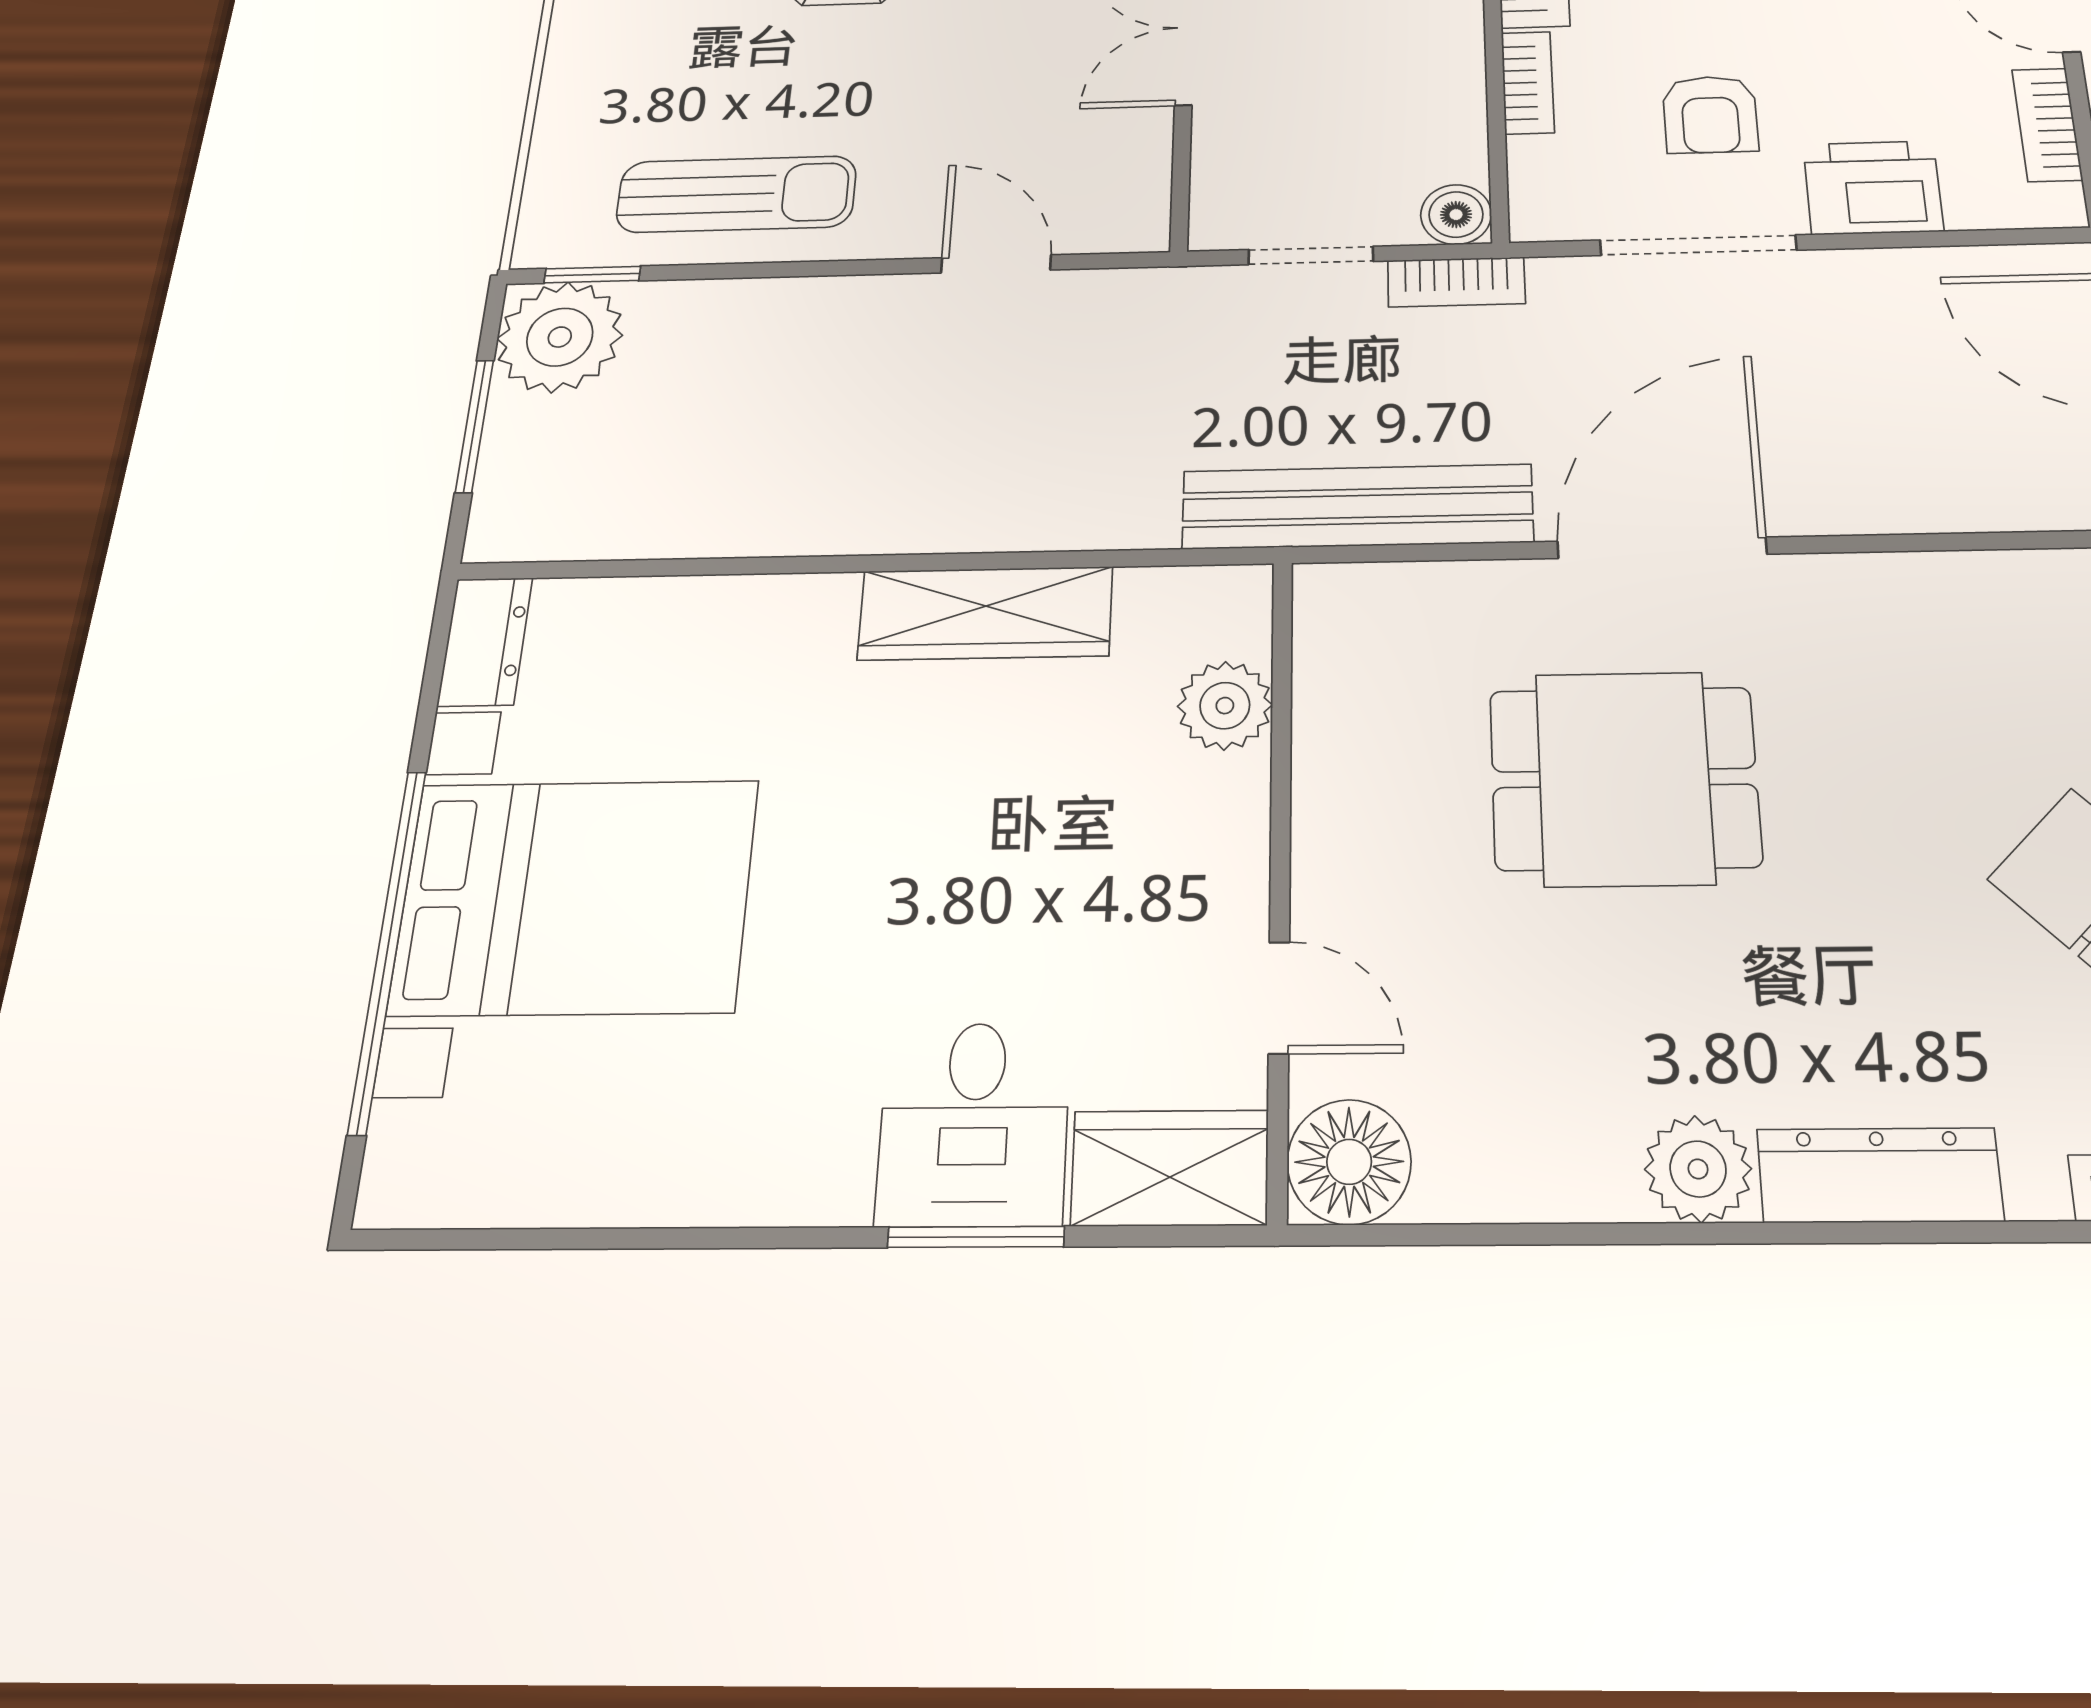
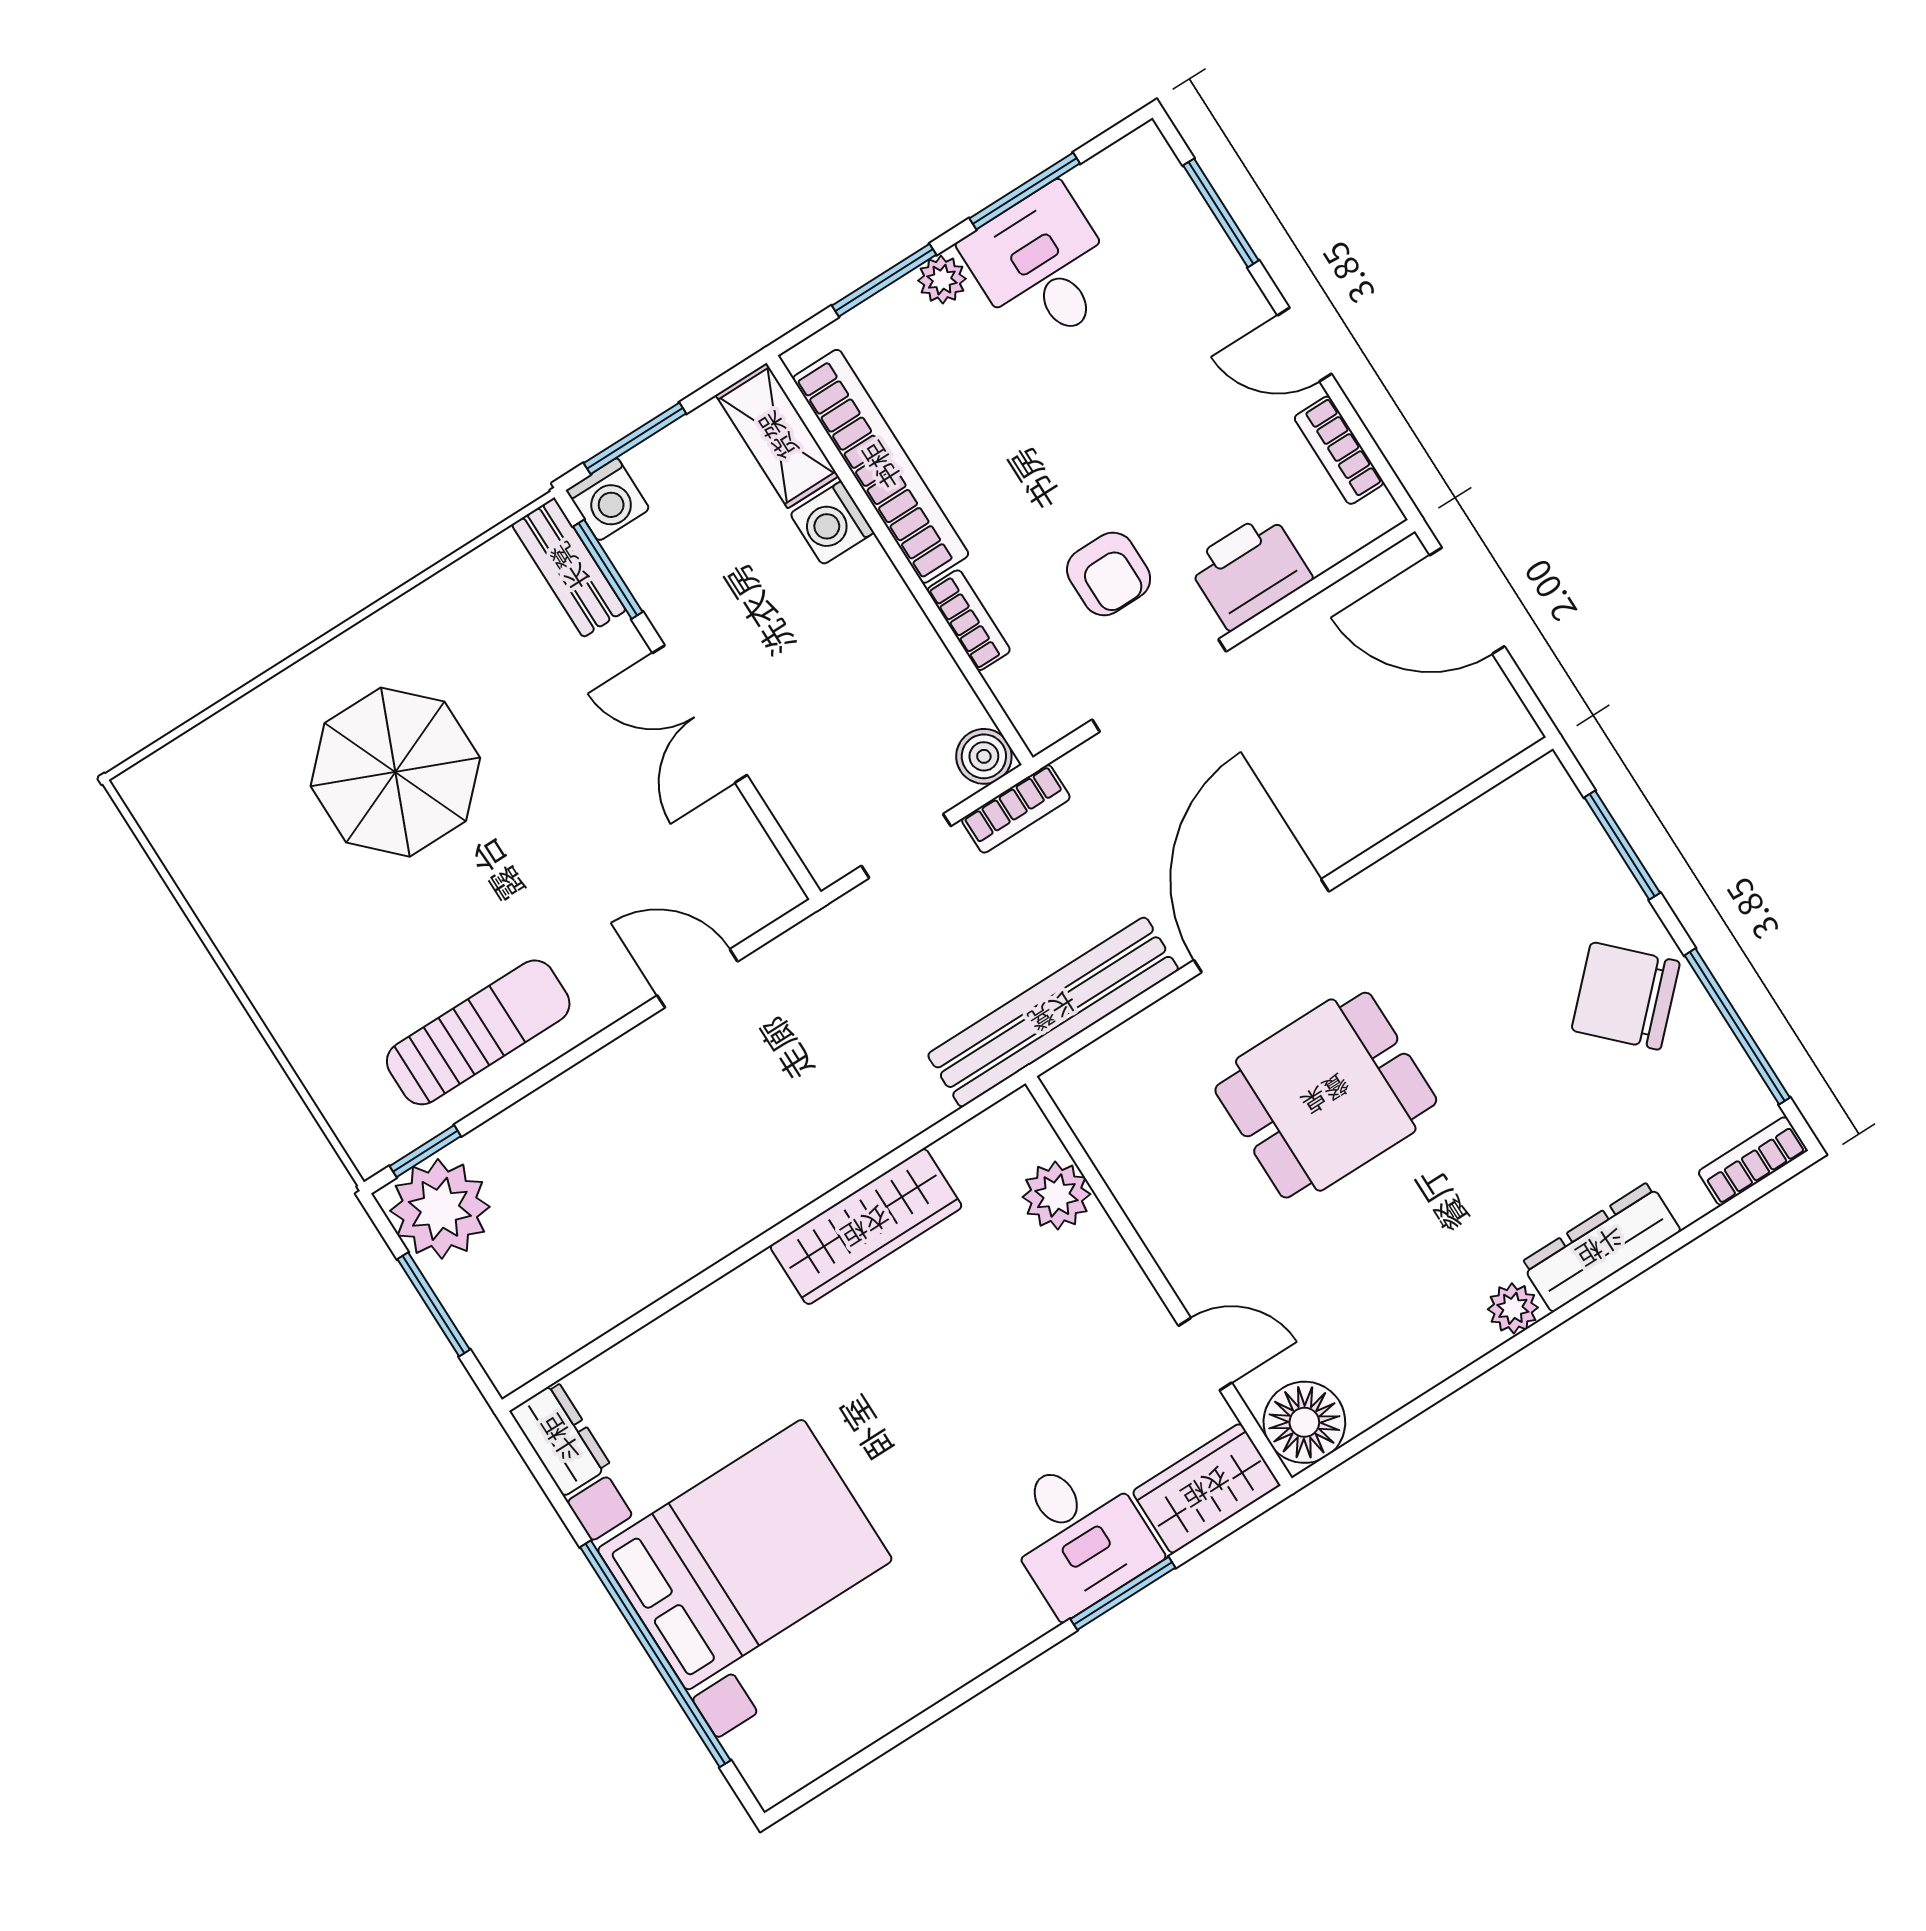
plant: (1698, 1169) -> (1513, 1308), width x0.73, depth x0.73

